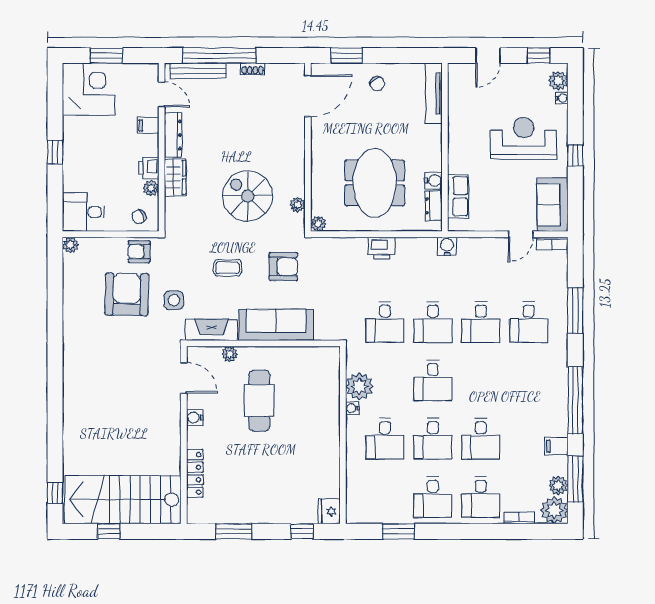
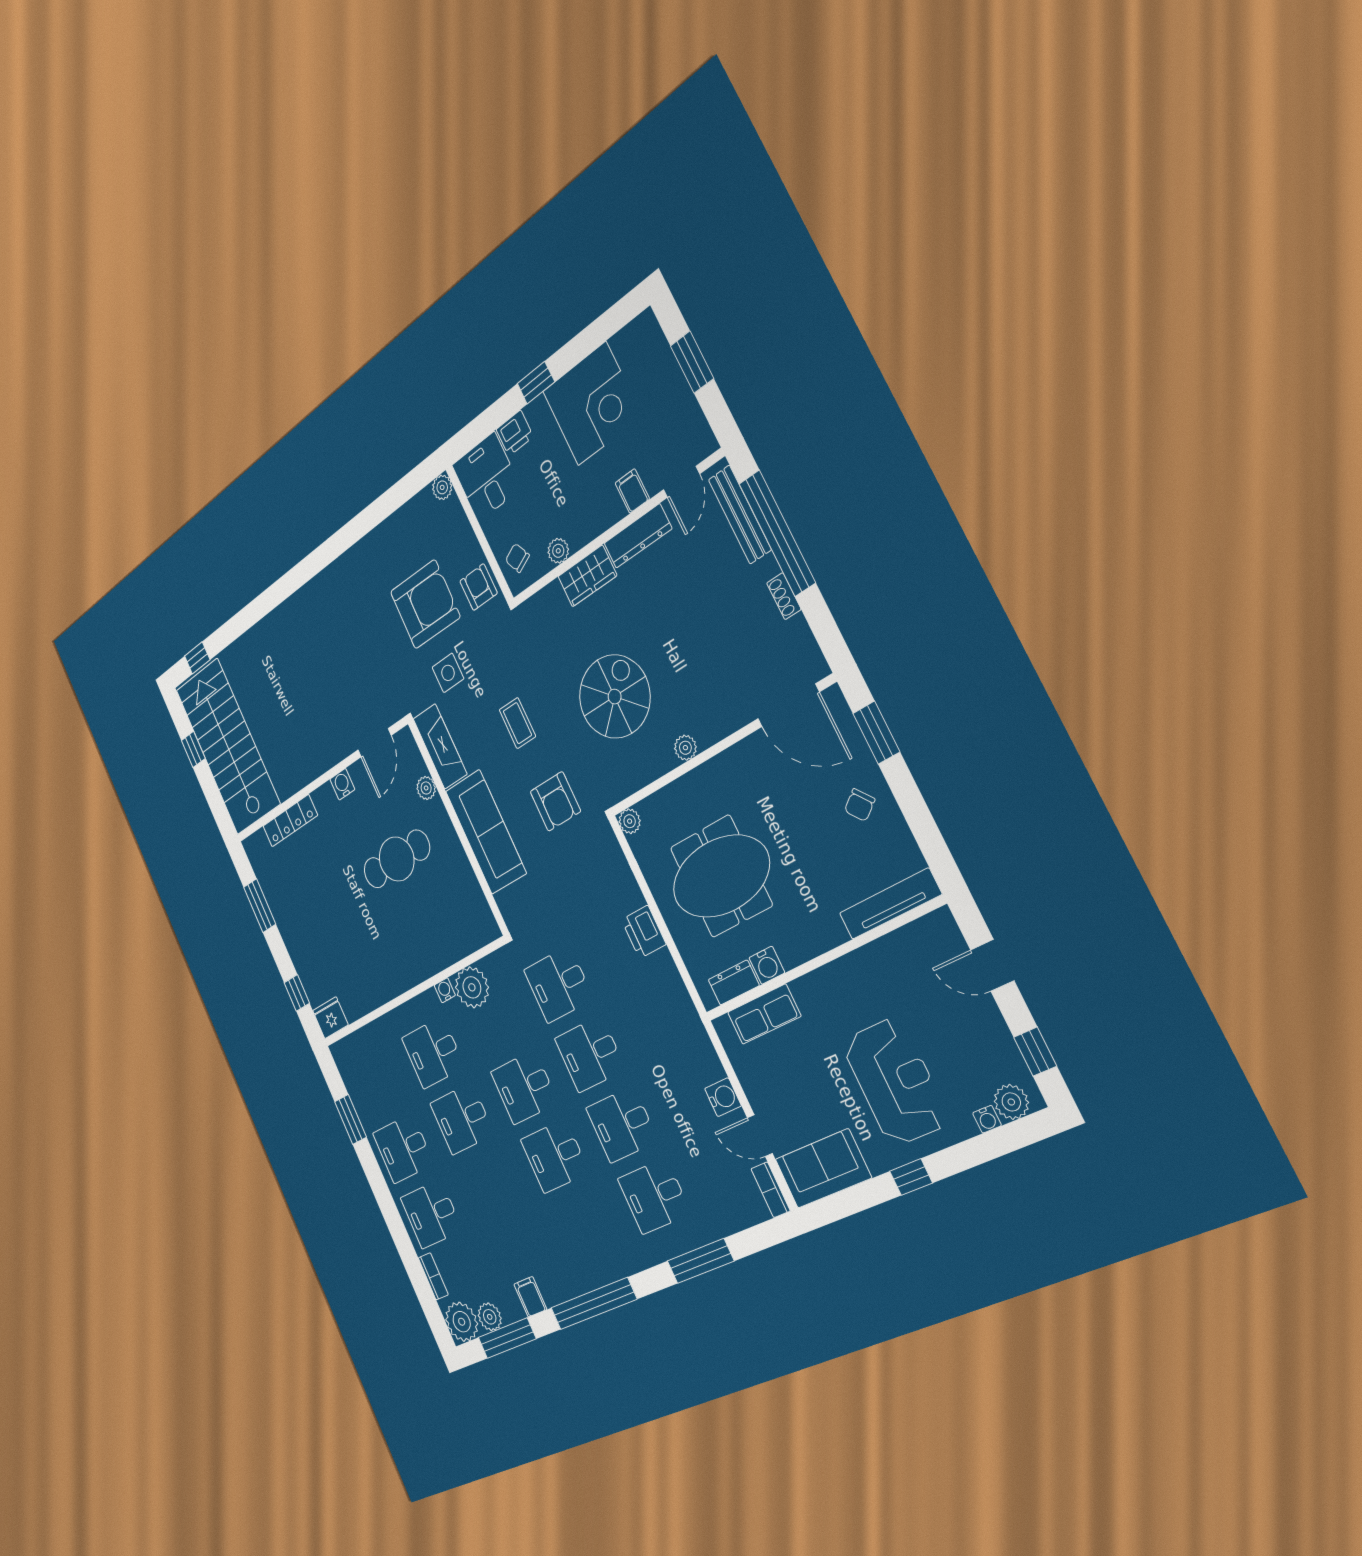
corner desk: (89, 89) -> (592, 404), moved
printer: (149, 168) -> (515, 433), moved, turned 180
plant: (297, 205) -> (685, 748), moved
water cooler: (447, 246) -> (723, 1097), moved
desk: (481, 439) -> (555, 1156), moved

